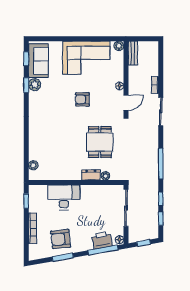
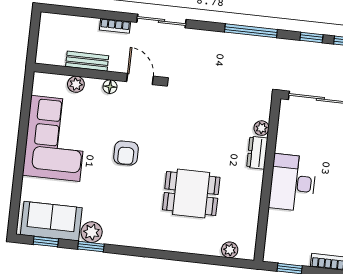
plant: (119, 46) -> (76, 84), moved
bench: (133, 53) -> (87, 61), moved
dining table: (100, 142) -> (191, 194), moved
desk: (64, 197) -> (293, 183), moved

